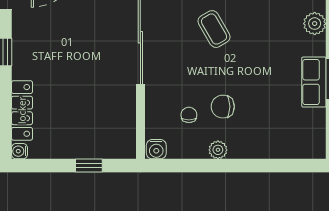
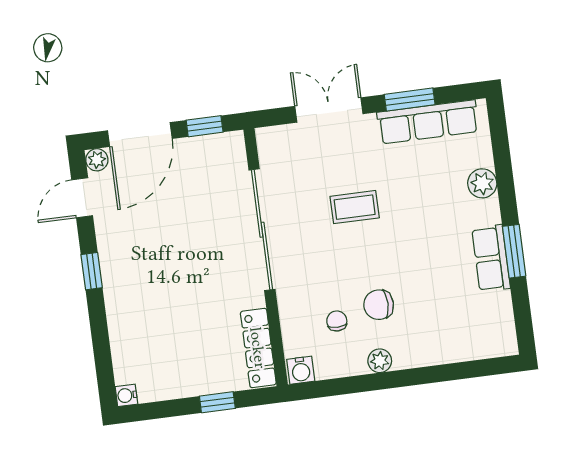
coffee table: (214, 29) -> (355, 207), turned -60
locker: (22, 110) -> (258, 348), moved, turned 180

